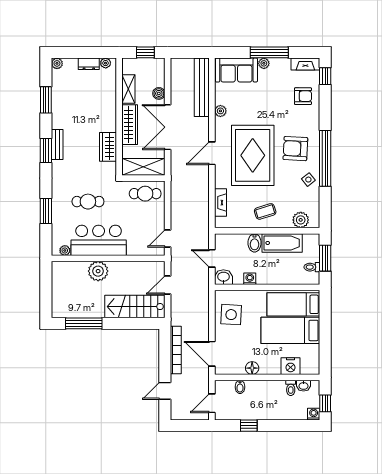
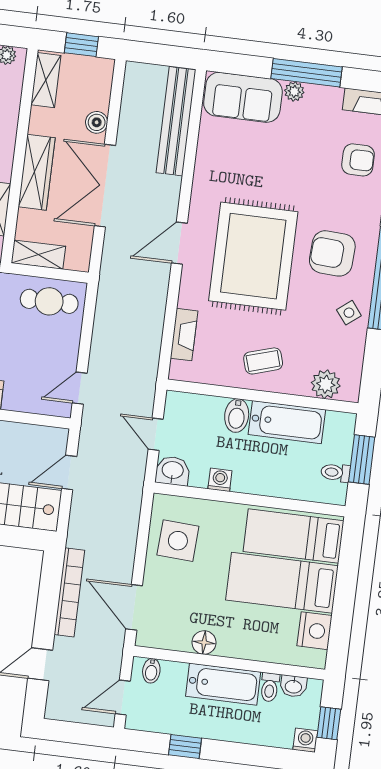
shelving: (128, 89) -> (46, 80), moved
plant: (220, 111) -> (205, 168), removed
shelving: (143, 167) -> (38, 255), width x0.67, depth x0.75
nightstand: (291, 366) -> (315, 631), moved, turned -90
bidet: (240, 387) -> (151, 671), moved
bathtub: (265, 389) -> (223, 684), added

